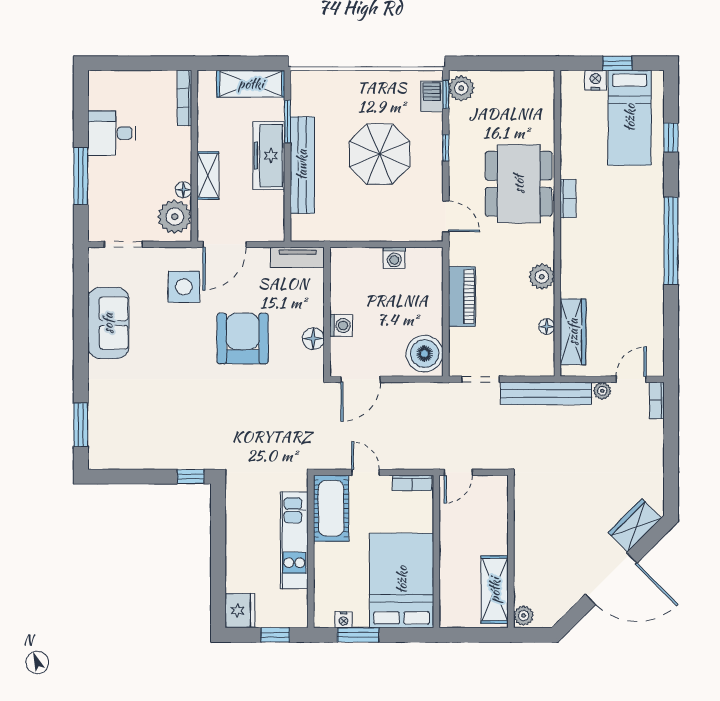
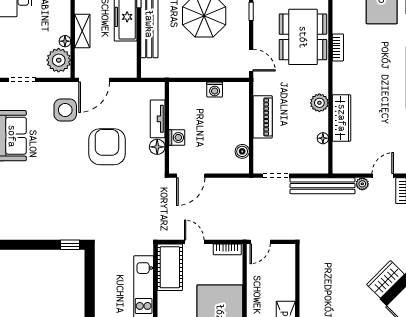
tv unit: (297, 257) -> (158, 119), moved, turned 90
wardrobe: (573, 332) -> (342, 118), moved
boiler: (425, 354) -> (242, 151), width x0.54, depth x0.54

